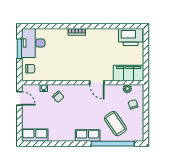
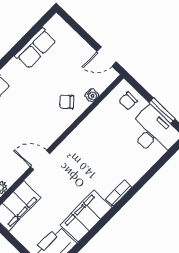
filing cabinet: (102, 36) -> (86, 216), added
row of seats: (35, 135) -> (35, 48), moved

